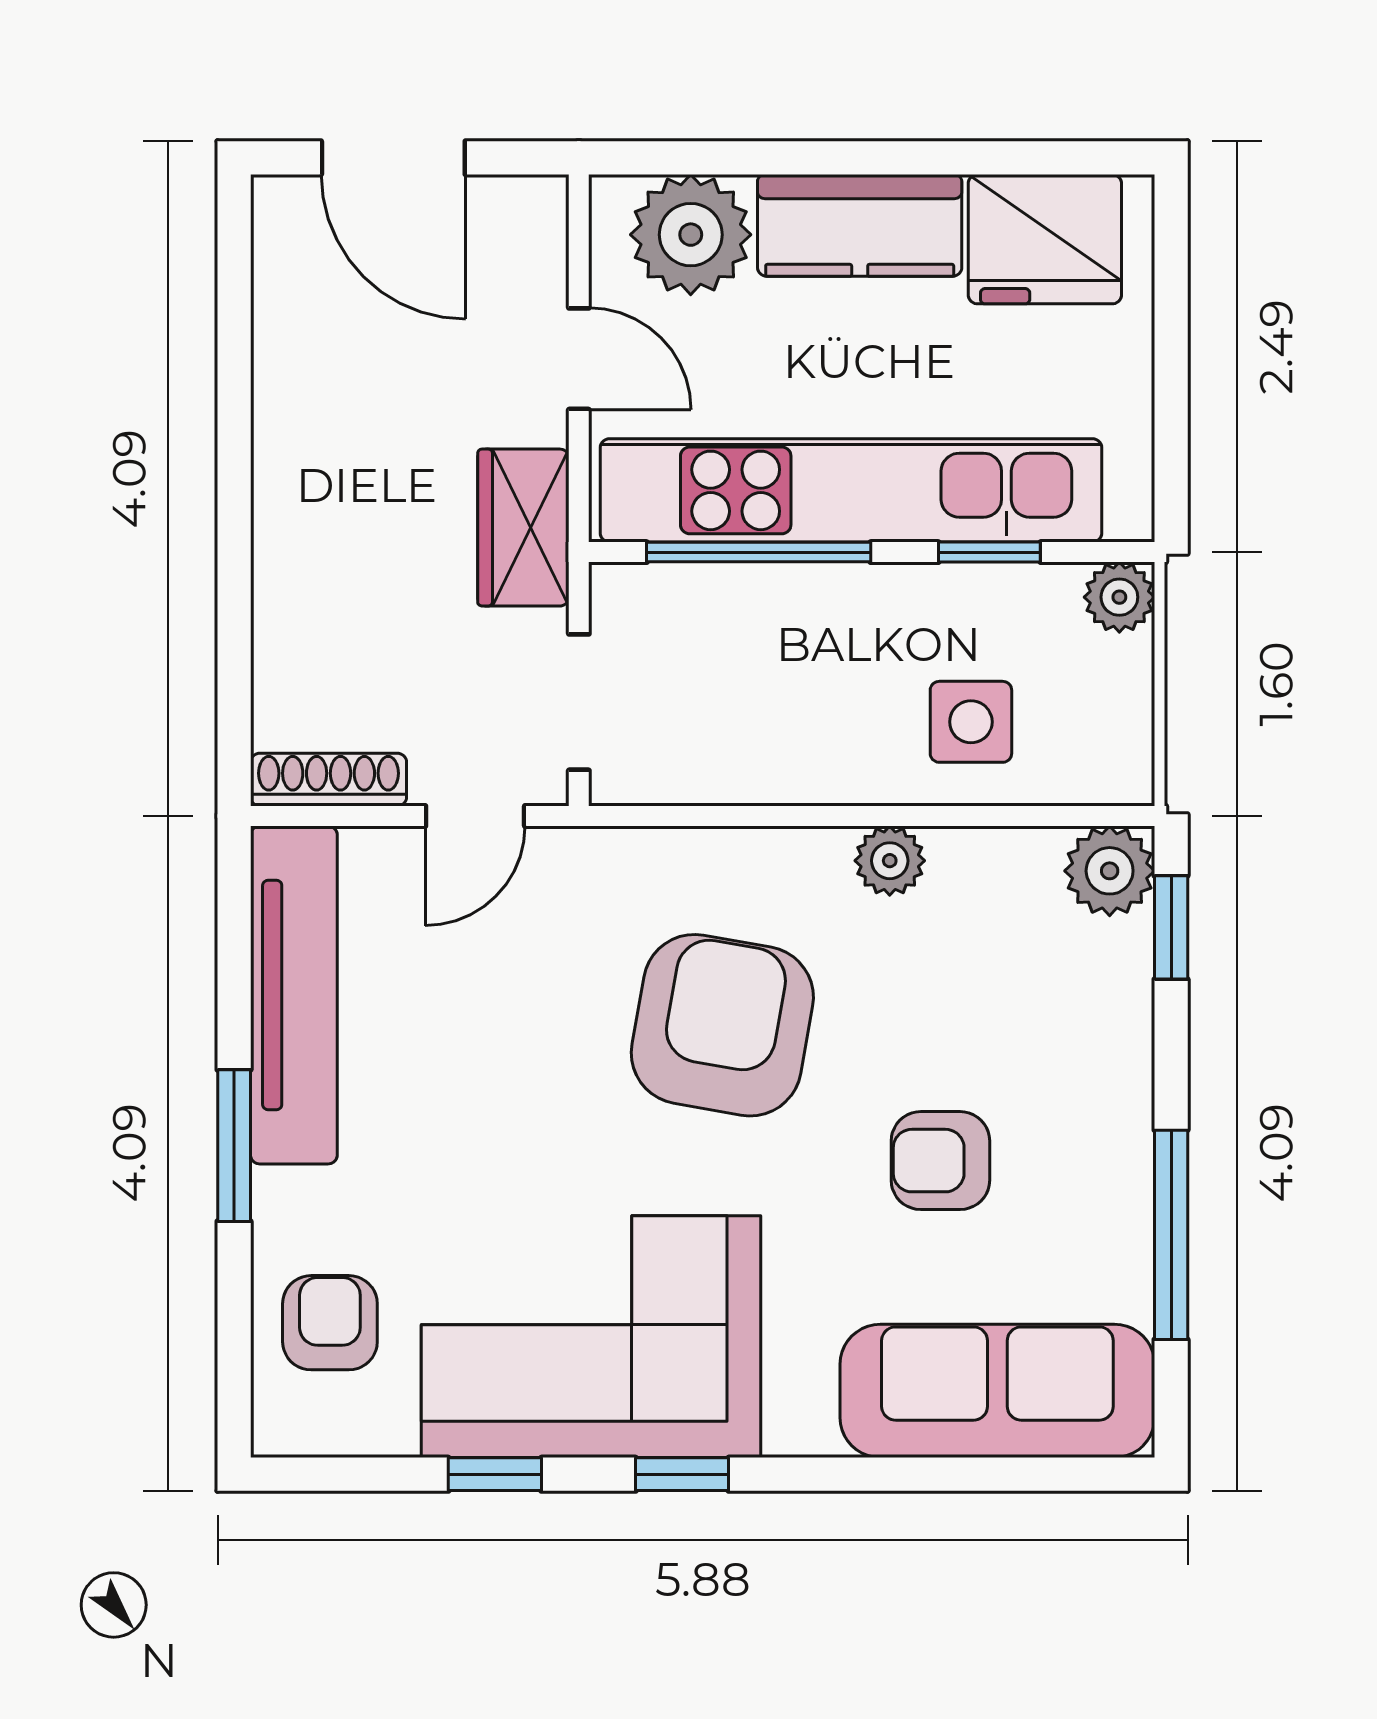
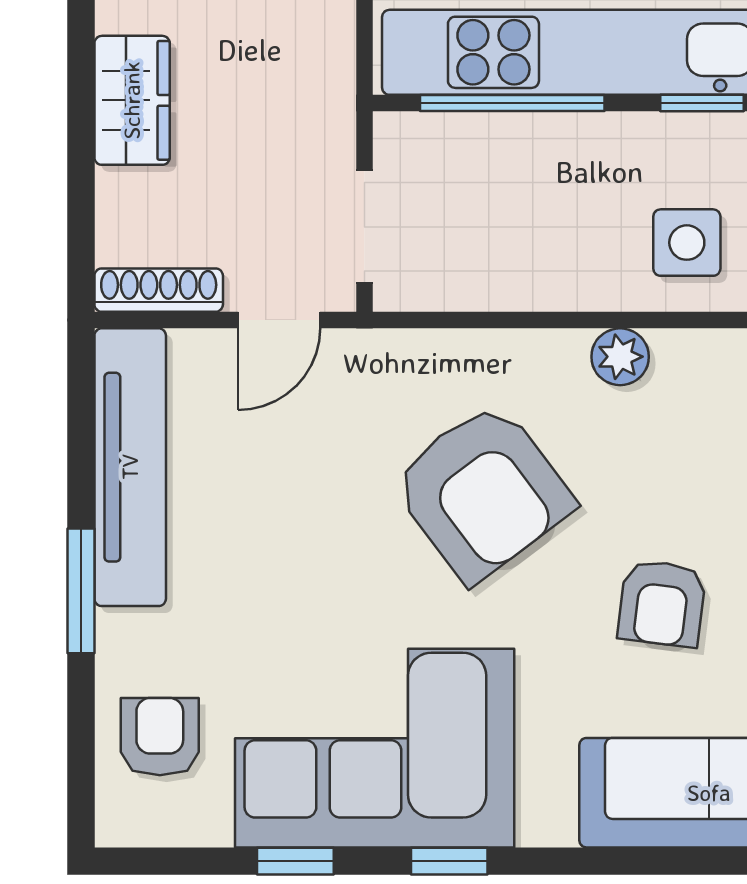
wardrobe: (523, 528) -> (132, 100), moved, turned 180
armchair: (722, 1025) -> (482, 492), turned 133
armchair: (940, 1161) -> (662, 603), turned -83

